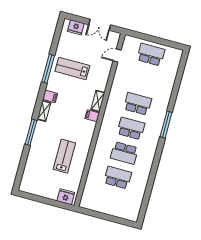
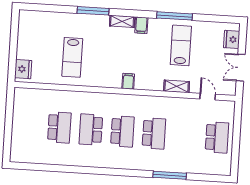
shelving: (98, 101) -> (177, 86), moved
window: (166, 125) -> (170, 175), moved
lab bench: (64, 156) -> (72, 57), turned 90

